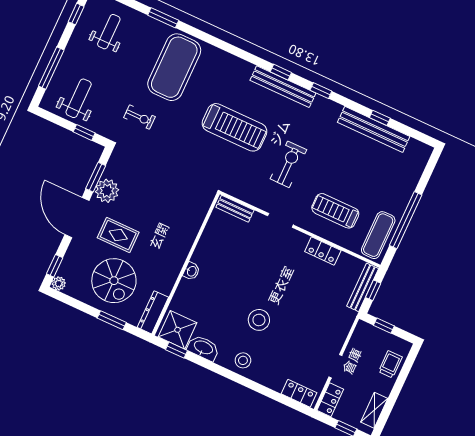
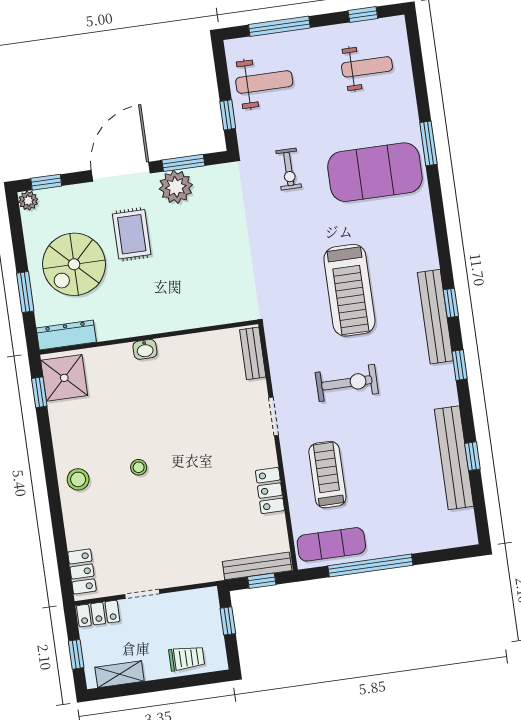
window: (163, 18) -> (428, 143), moved
stool: (259, 320) -> (139, 467), width x0.53, depth x0.53
washbasin: (203, 348) -> (63, 422), removed

